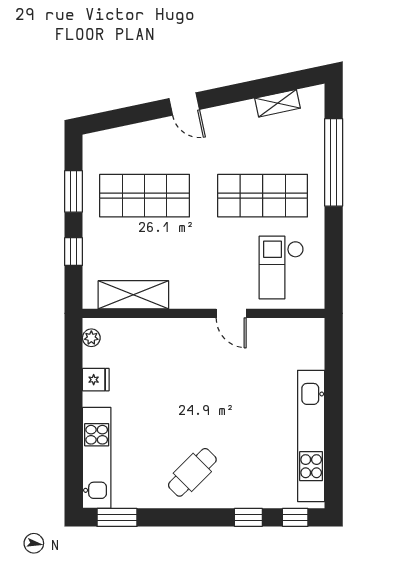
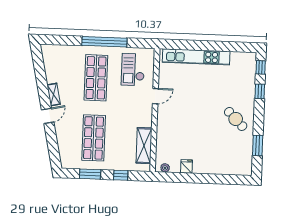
shelving: (278, 103) -> (54, 95), moved
window: (334, 162) -> (104, 42), moved
checkout: (281, 267) -> (133, 70), turned 90
kitchen unit: (311, 436) -> (196, 57), moved
kitchen unit: (97, 458) -> (226, 167), removed
window: (117, 517) -> (258, 145), moved

